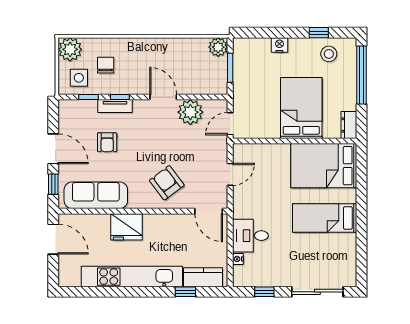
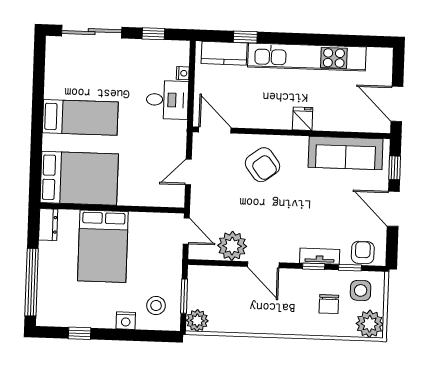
stool: (329, 54) -> (156, 306), moved
door: (230, 124) -> (186, 231), hinge flipped
armchair: (107, 142) -> (363, 252), moved
fridge: (126, 227) -> (303, 119), width x0.53, depth x0.75

